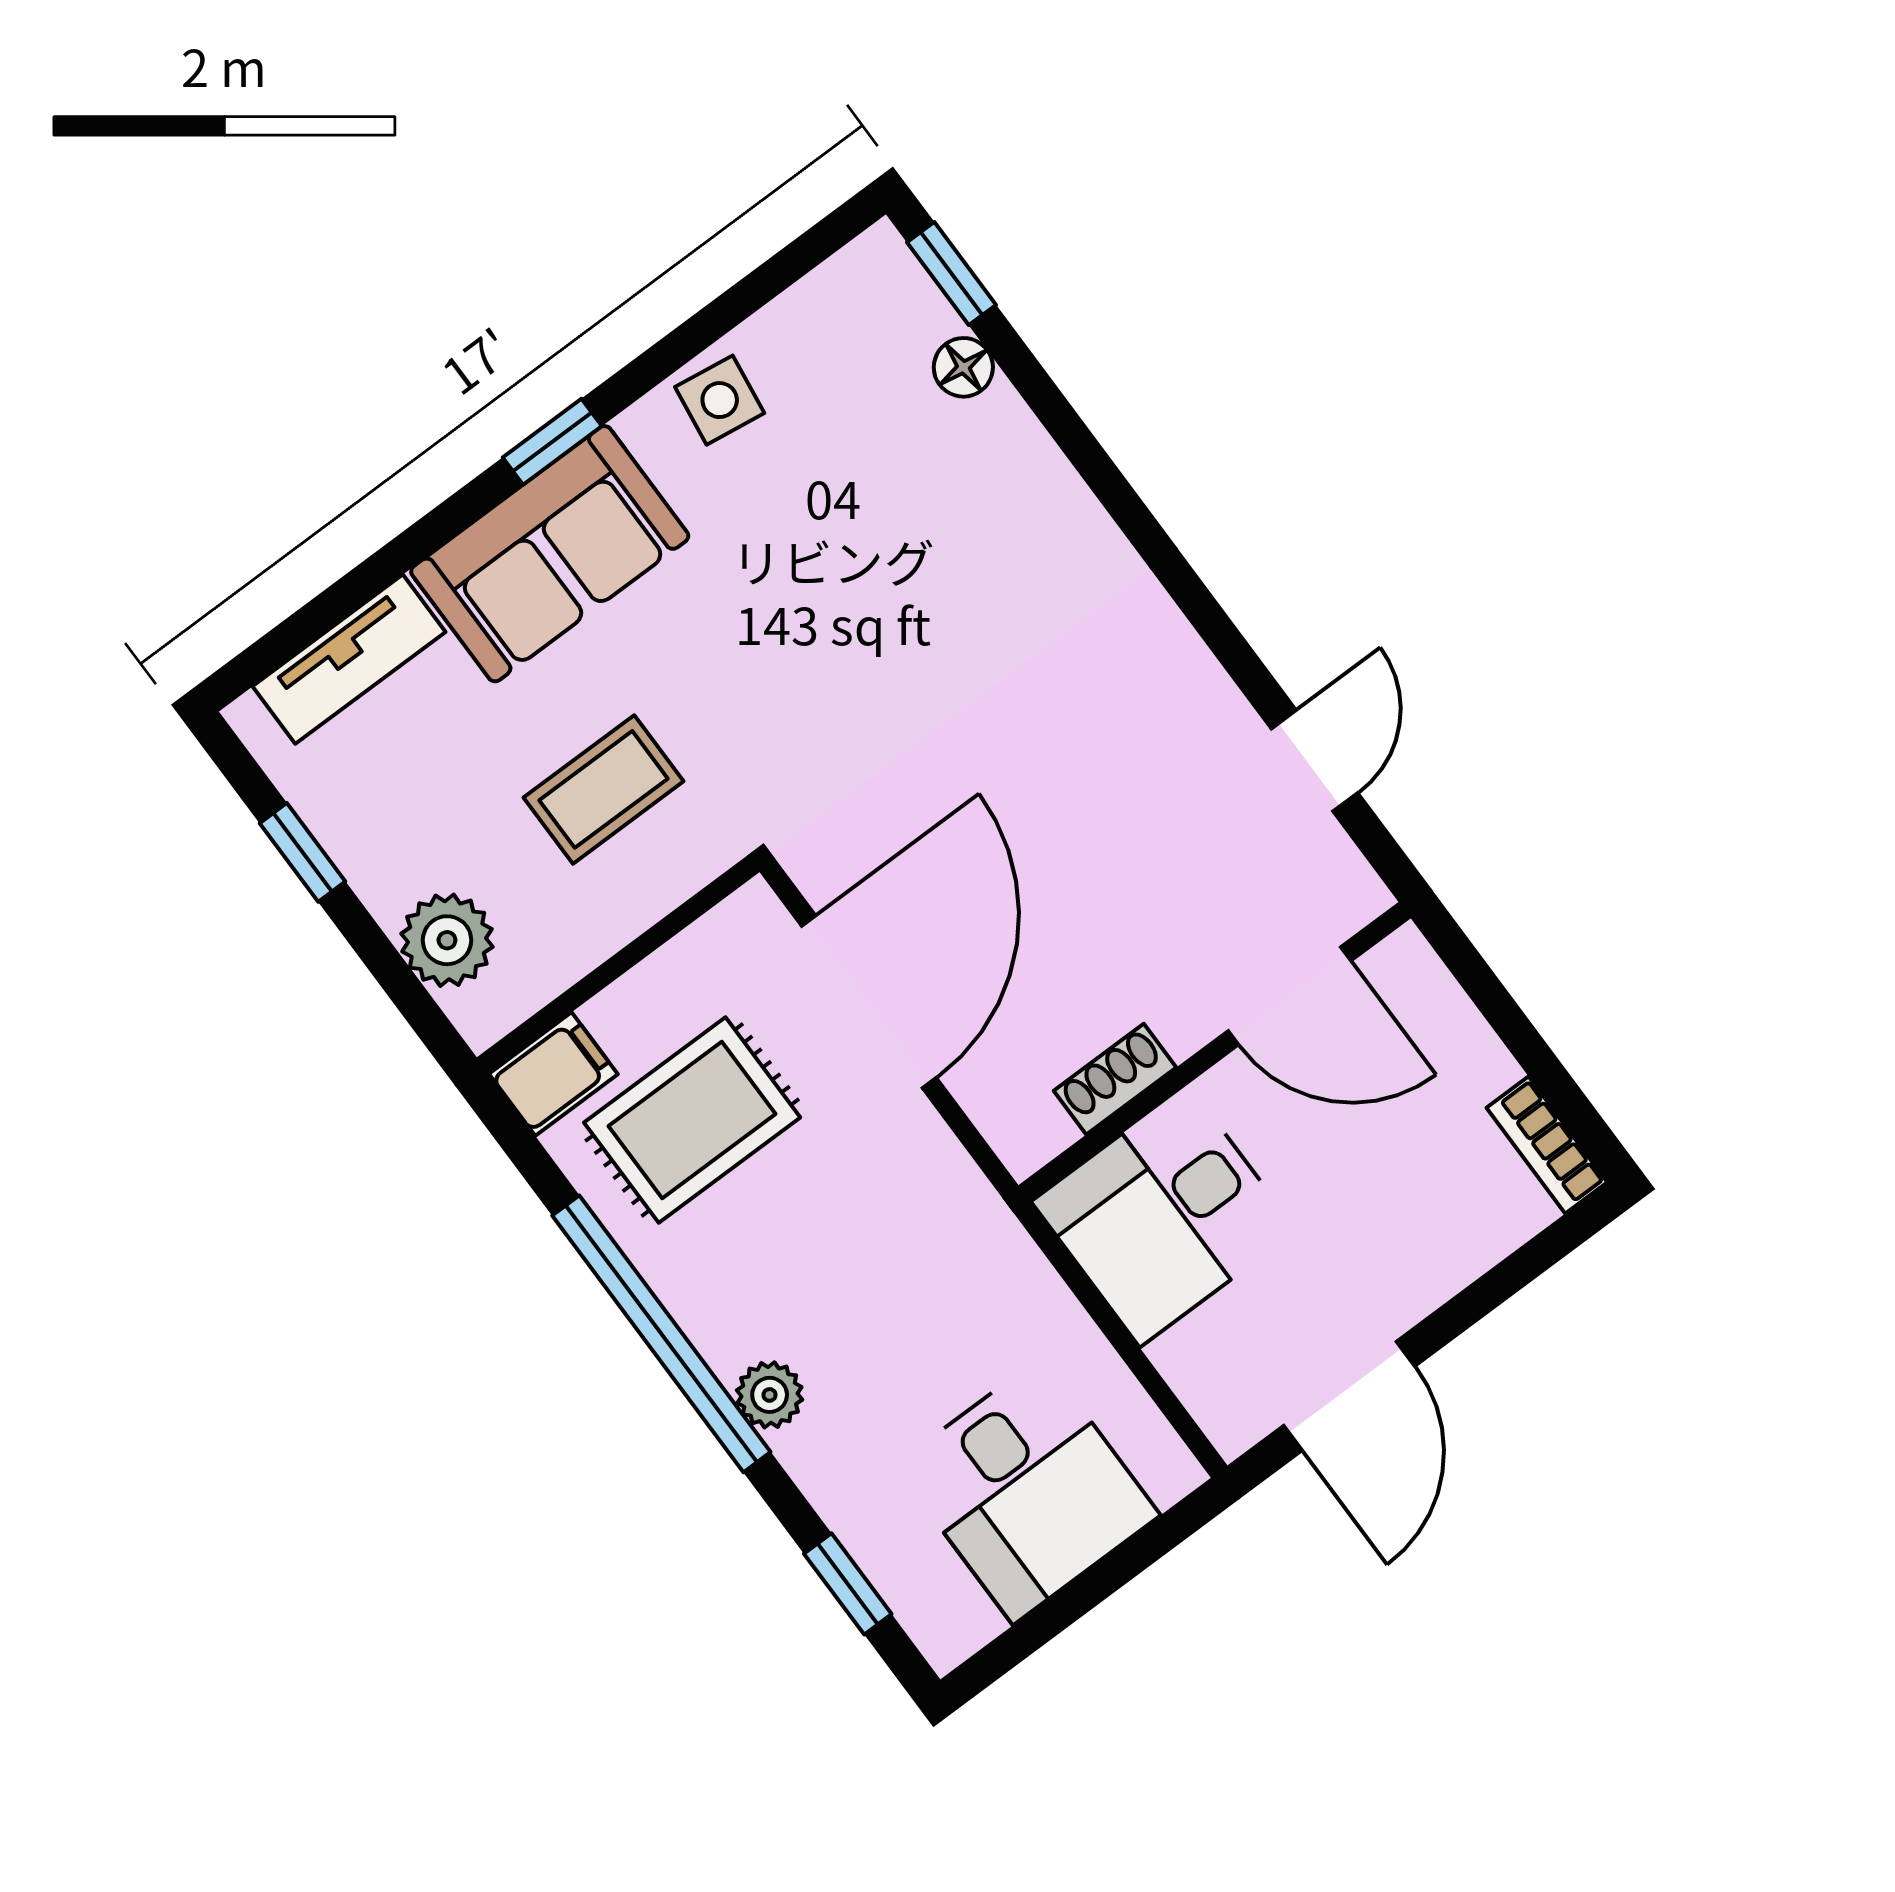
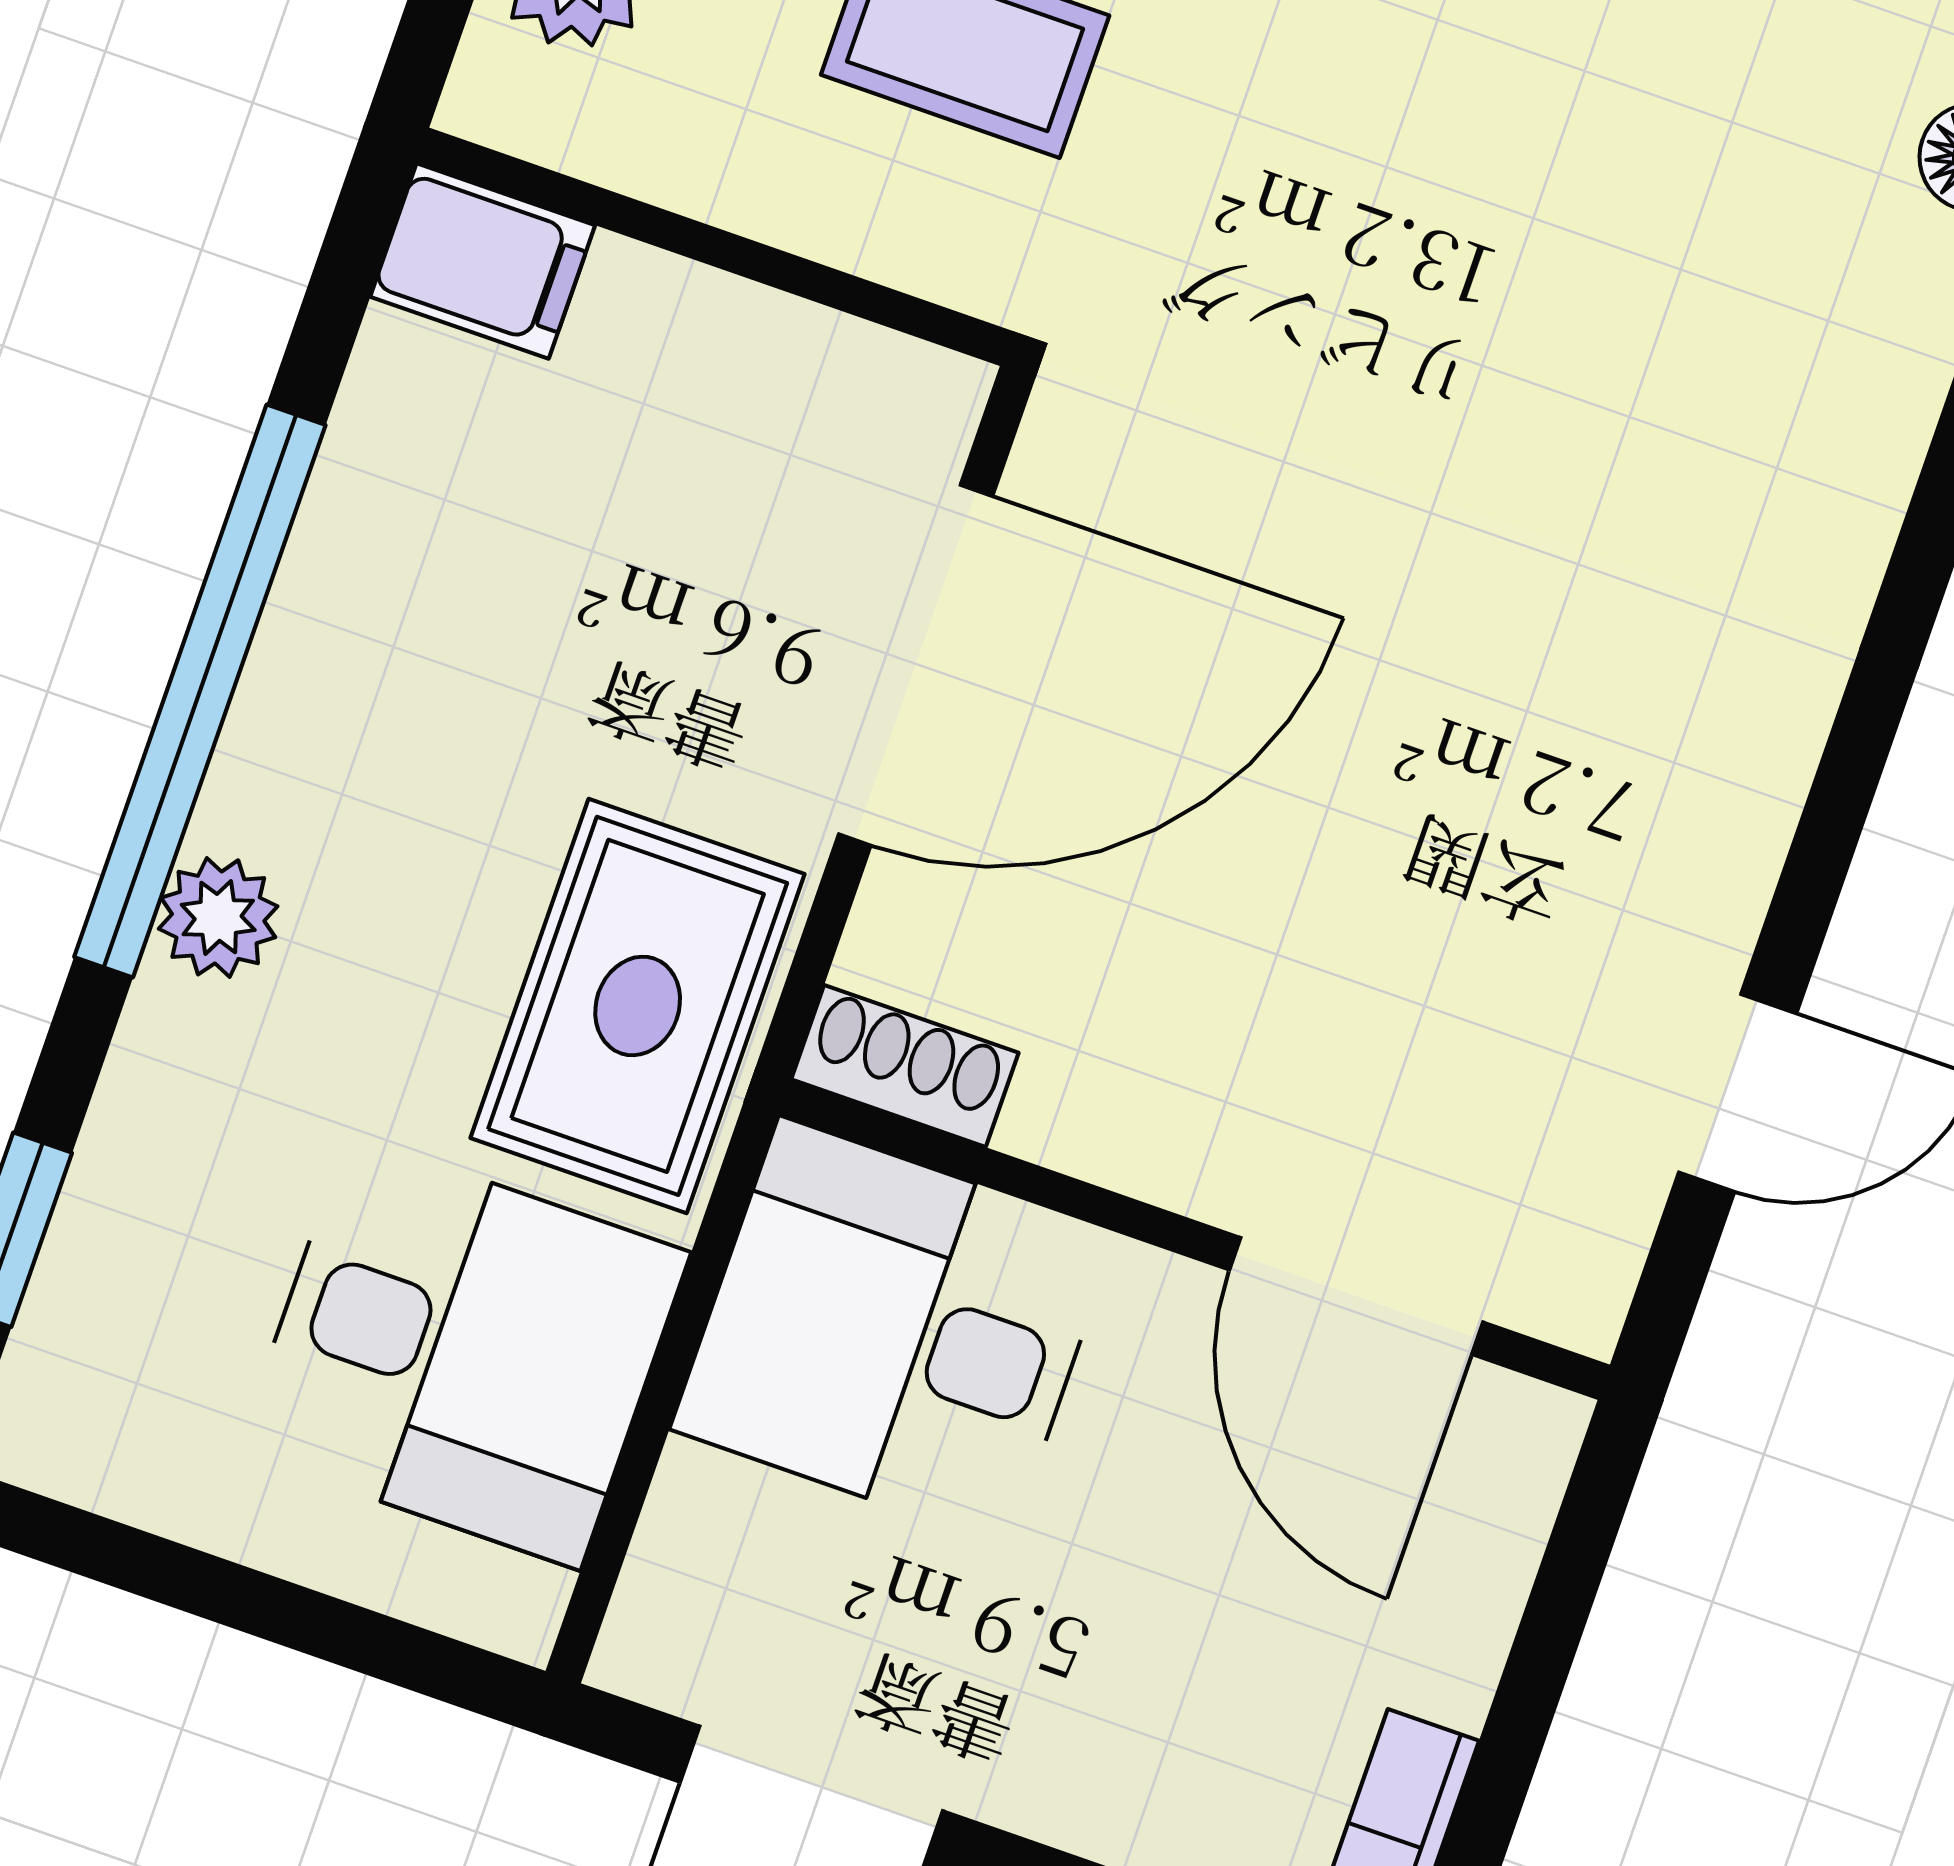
shoe rack: (1115, 1079) -> (905, 1066), moved
rug: (692, 1120) -> (638, 1006), moved, turned 90
desk: (1027, 1490) -> (464, 1352), moved, turned -90

